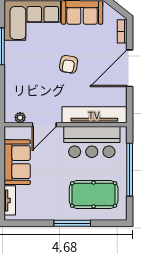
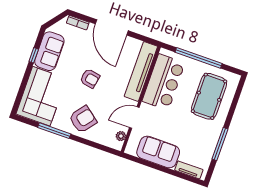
armchair: (24, 72) -> (83, 119), added
door: (44, 125) -> (134, 118), swing flipped
window: (72, 223) -> (220, 144), moved

